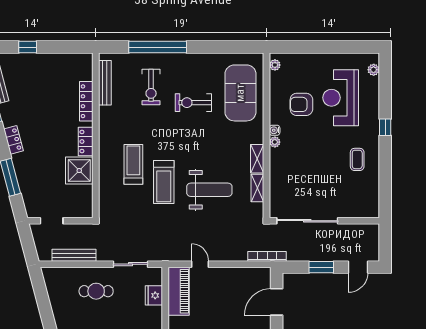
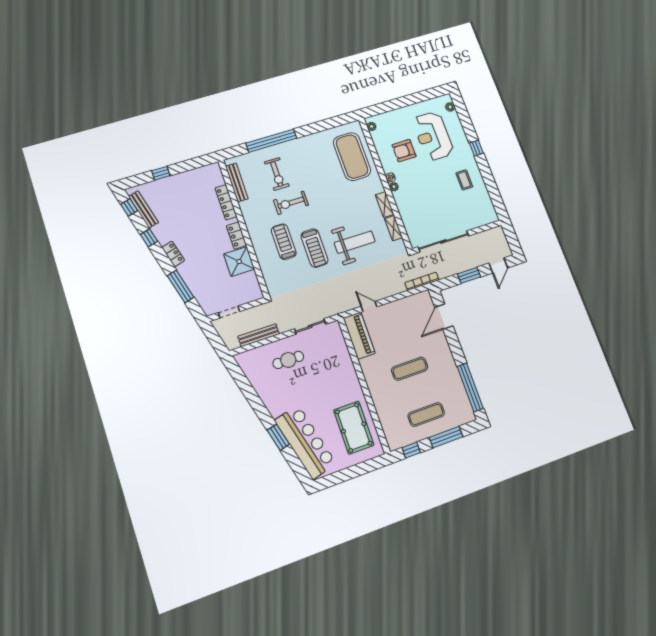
exercise bike: (193, 103) -> (291, 203), moved
fridge: (154, 295) -> (339, 346), removed

